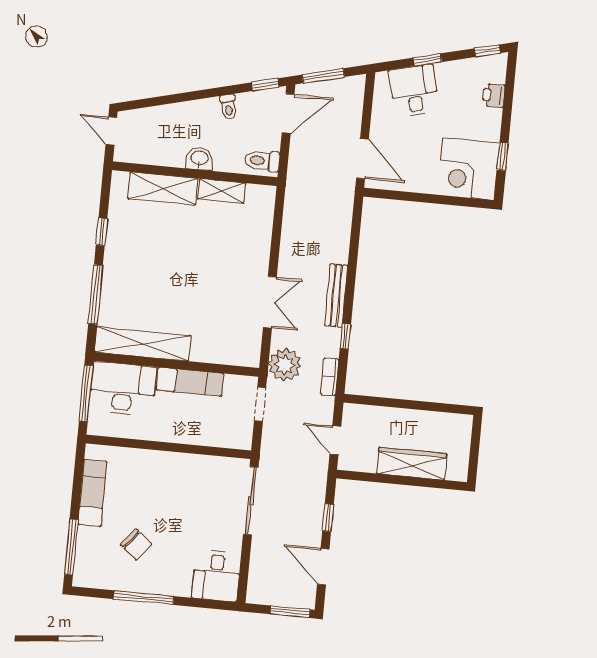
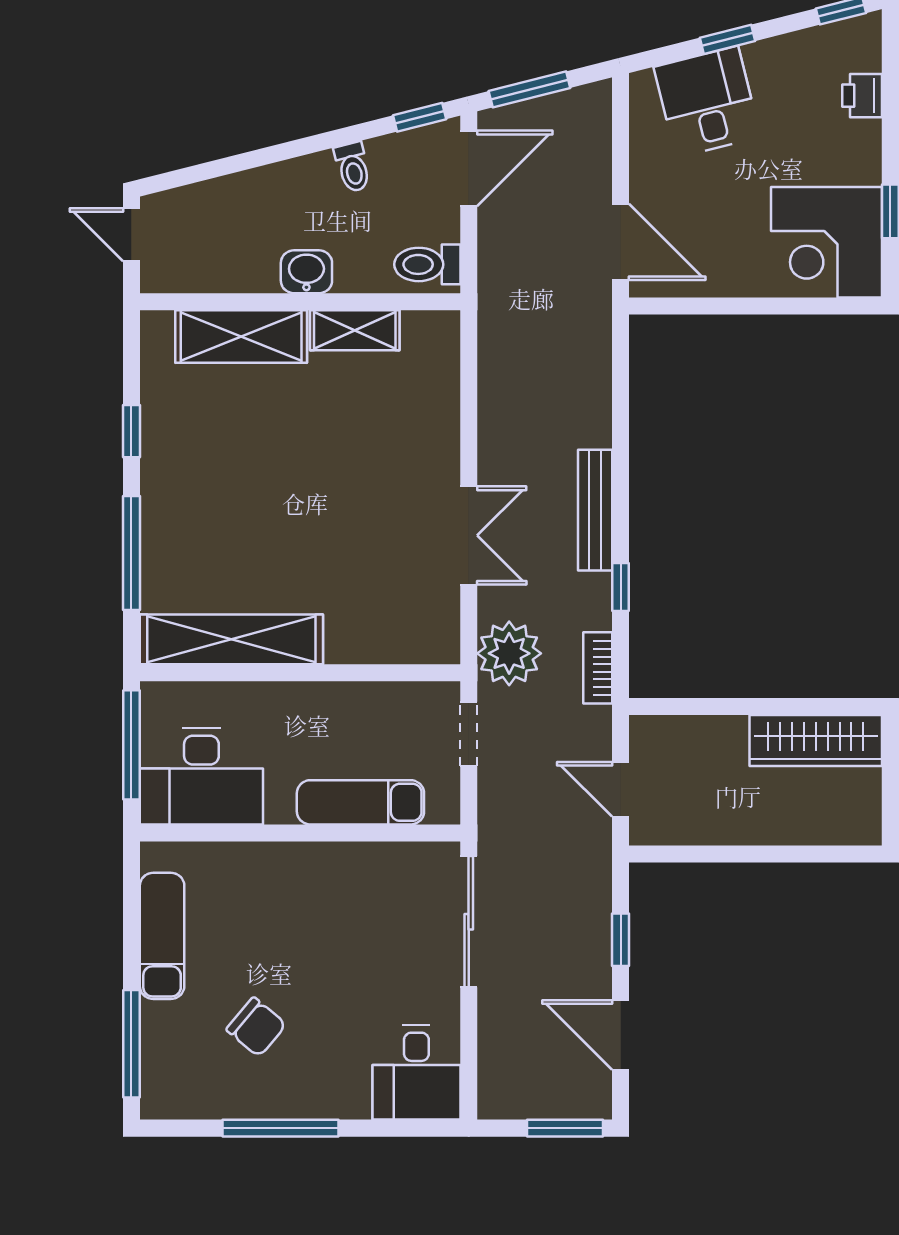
exam couch: (190, 382) -> (360, 802), moved, turned 180
desk: (123, 389) -> (201, 776), moved, turned 180
wardrobe: (412, 464) -> (816, 740), moved, turned 180

